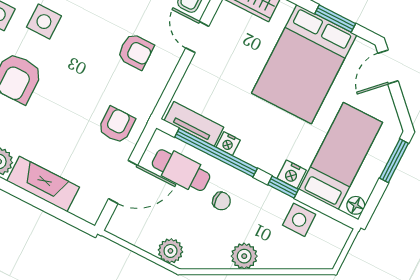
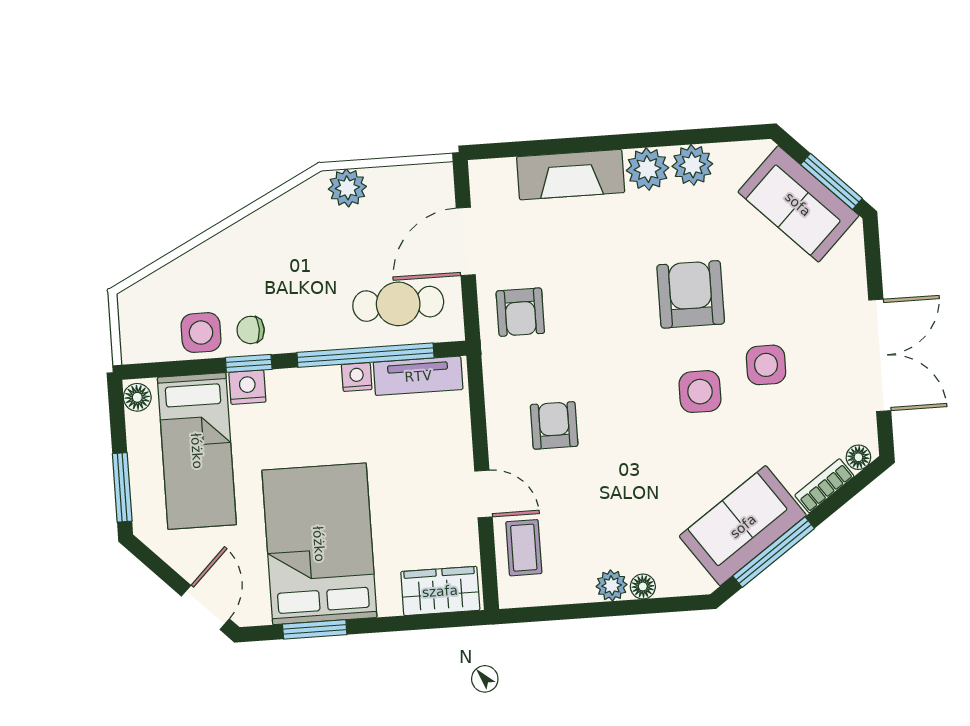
armchair: (136, 51) -> (554, 425), turned 90
chair: (221, 201) -> (251, 330), moved
plant: (244, 256) -> (245, 240), removed

